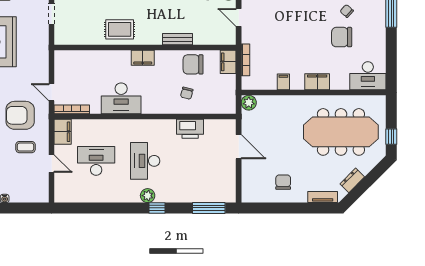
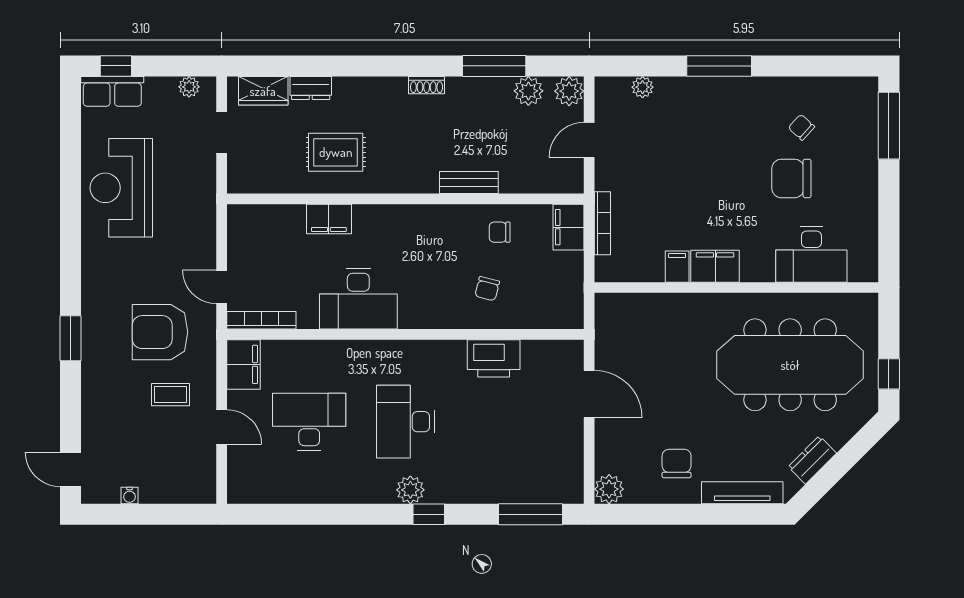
door: (239, 17) -> (589, 140), hinge flipped
rug: (120, 29) -> (336, 152), moved
filing cabinet: (143, 58) -> (329, 219), moved
chair: (193, 64) -> (500, 232), width x0.54, depth x0.54
desk: (368, 76) -> (811, 254), moved
filing cabinet: (317, 82) -> (715, 266), moved
plant: (249, 103) -> (609, 489), moved
tv unit: (323, 197) -> (742, 493), width x1.41

